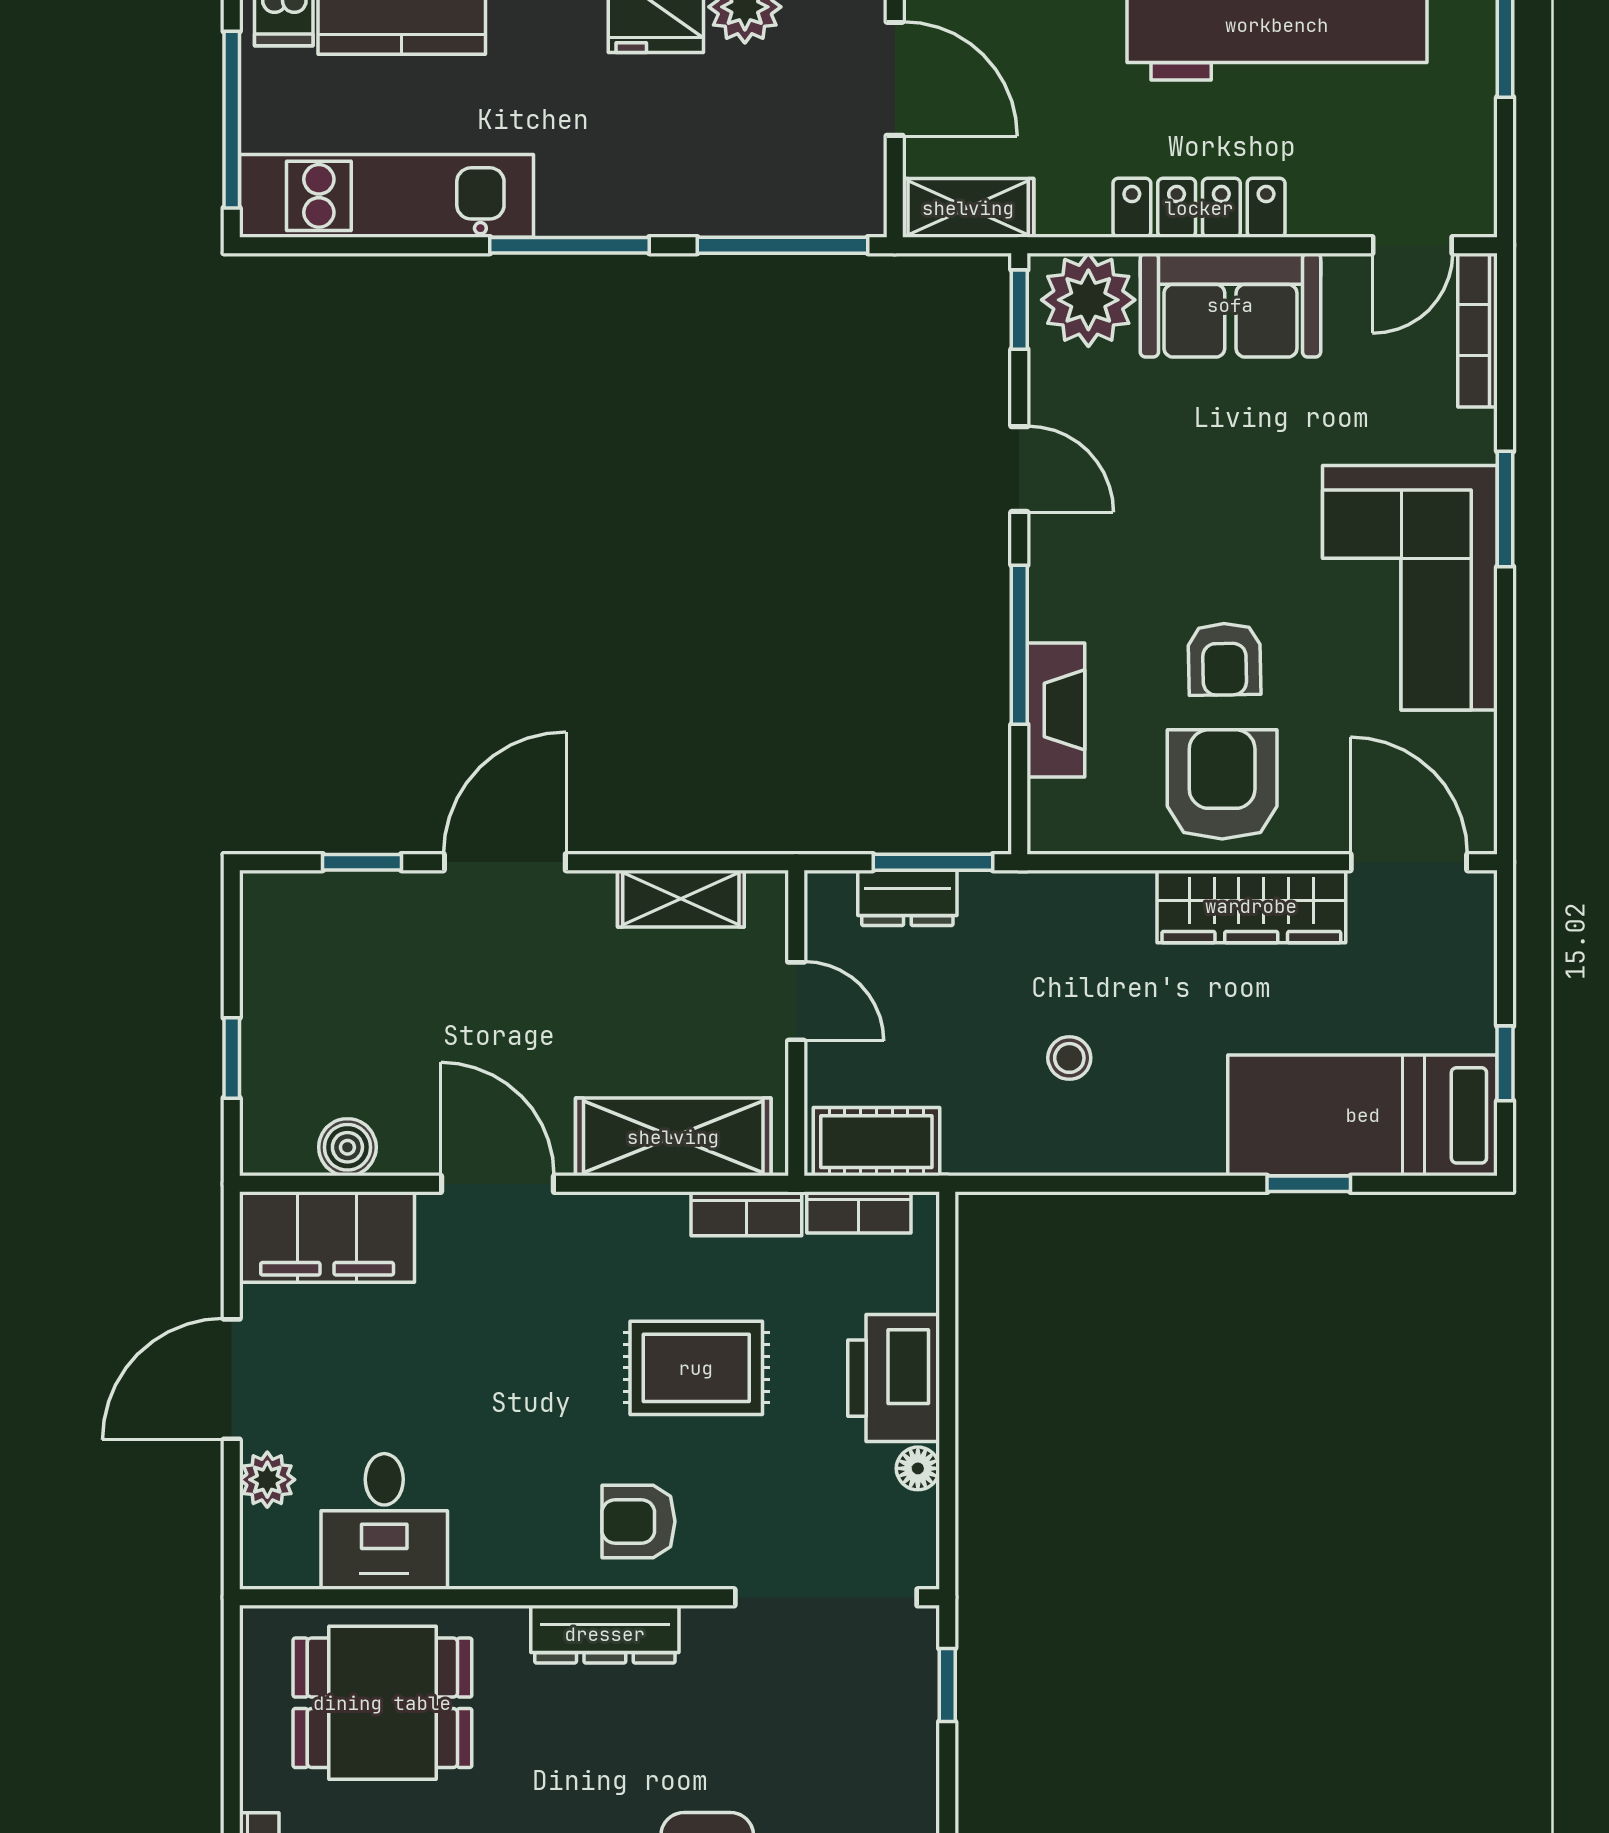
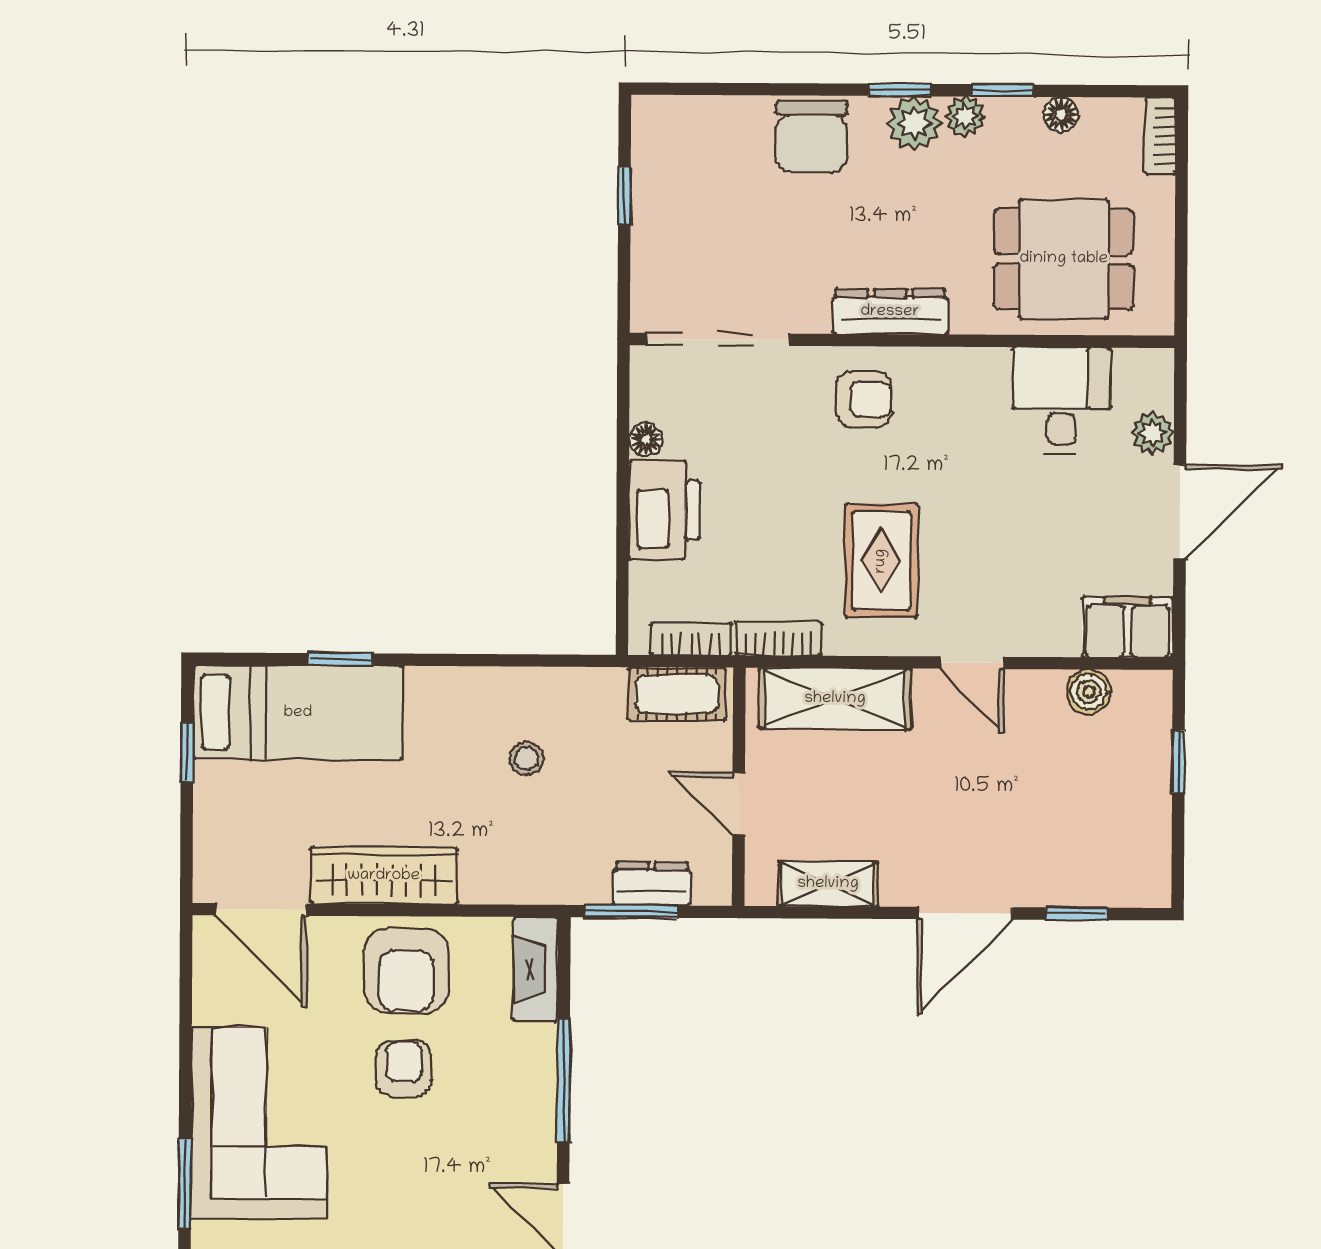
fireplace: (1056, 710) -> (536, 969), moved
door: (497, 1184) -> (972, 663), width x0.73
filing cabinet: (327, 1237) -> (1128, 627), width x0.67, depth x0.86
rug: (696, 1368) -> (881, 561), moved, turned 90
window: (947, 1685) -> (624, 196), moved

